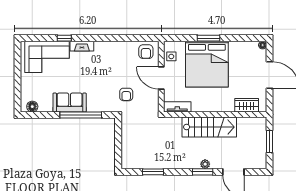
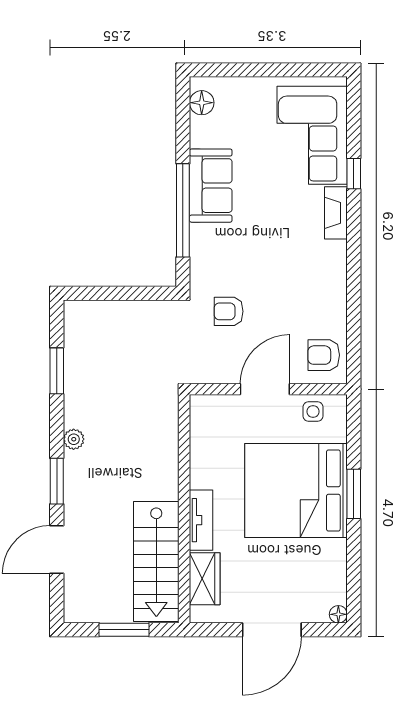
tv unit: (177, 107) -> (201, 520), moved
stairs: (209, 127) -> (156, 561), moved
plant: (205, 164) -> (74, 439), moved

